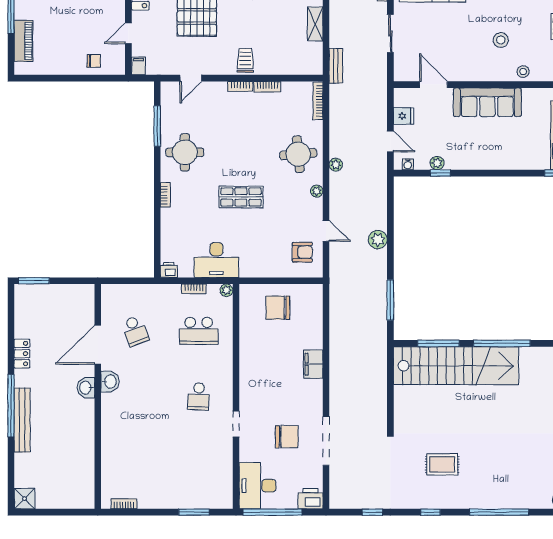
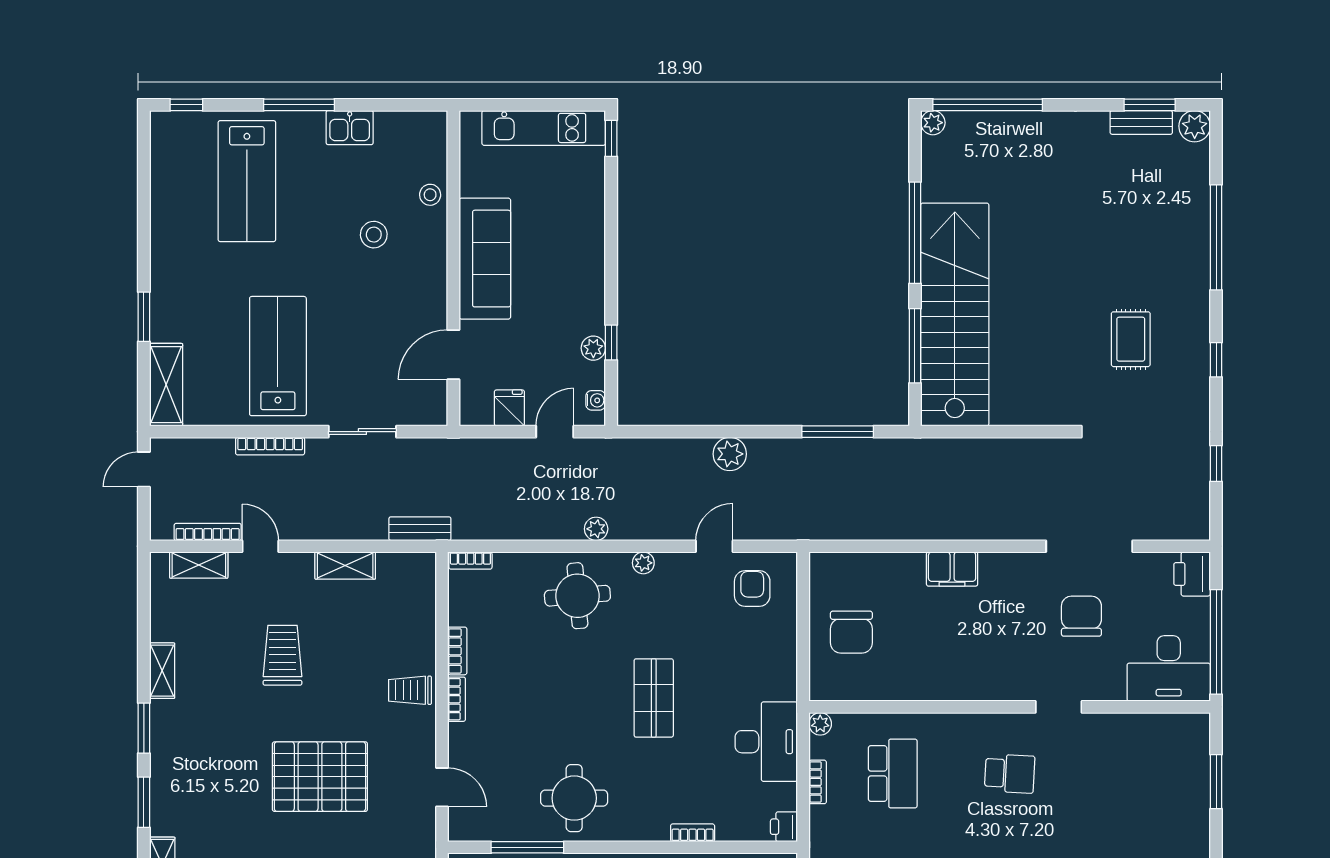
bookcase: (318, 101) -> (470, 561), width x0.64
bookcase: (165, 195) -> (693, 833), moved

